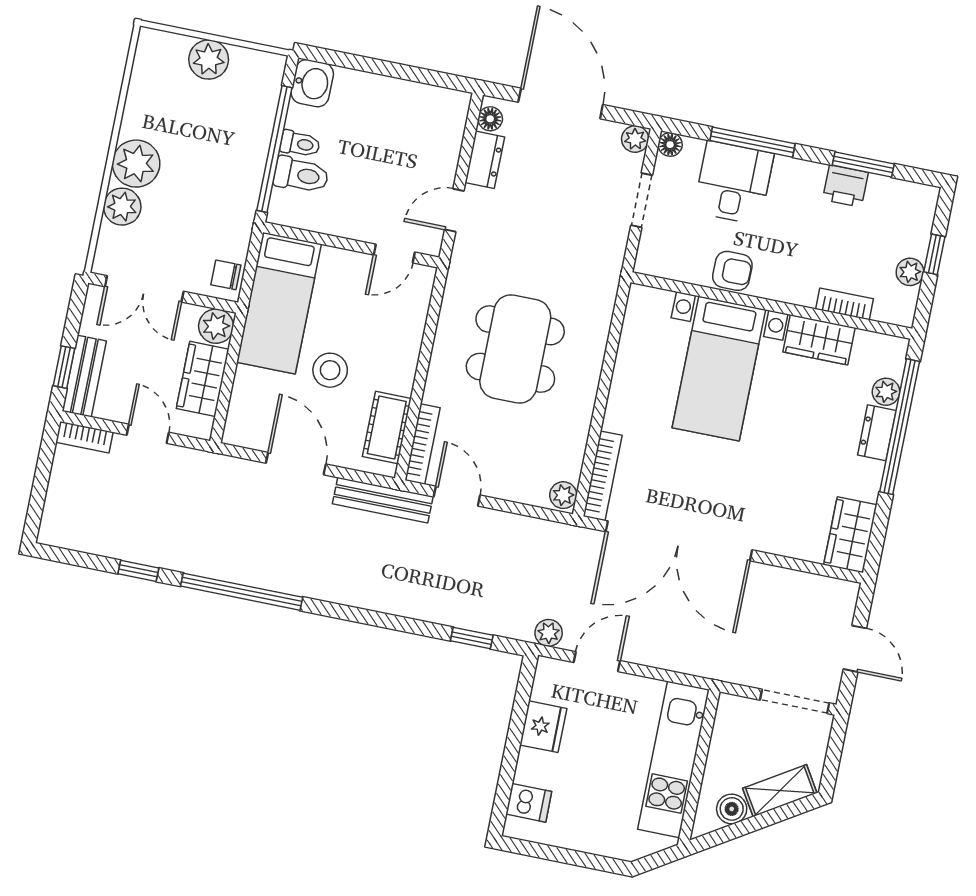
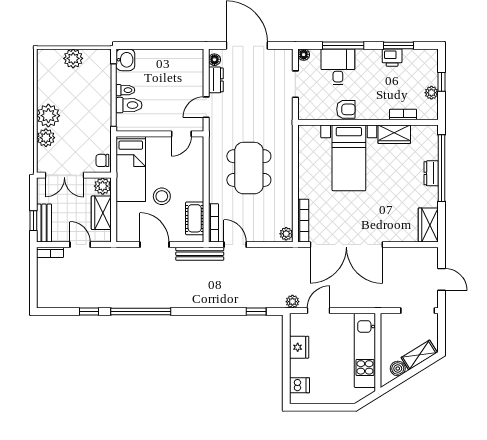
plant: (635, 139) -> (286, 55), removed
plant: (886, 392) -> (432, 153), removed

